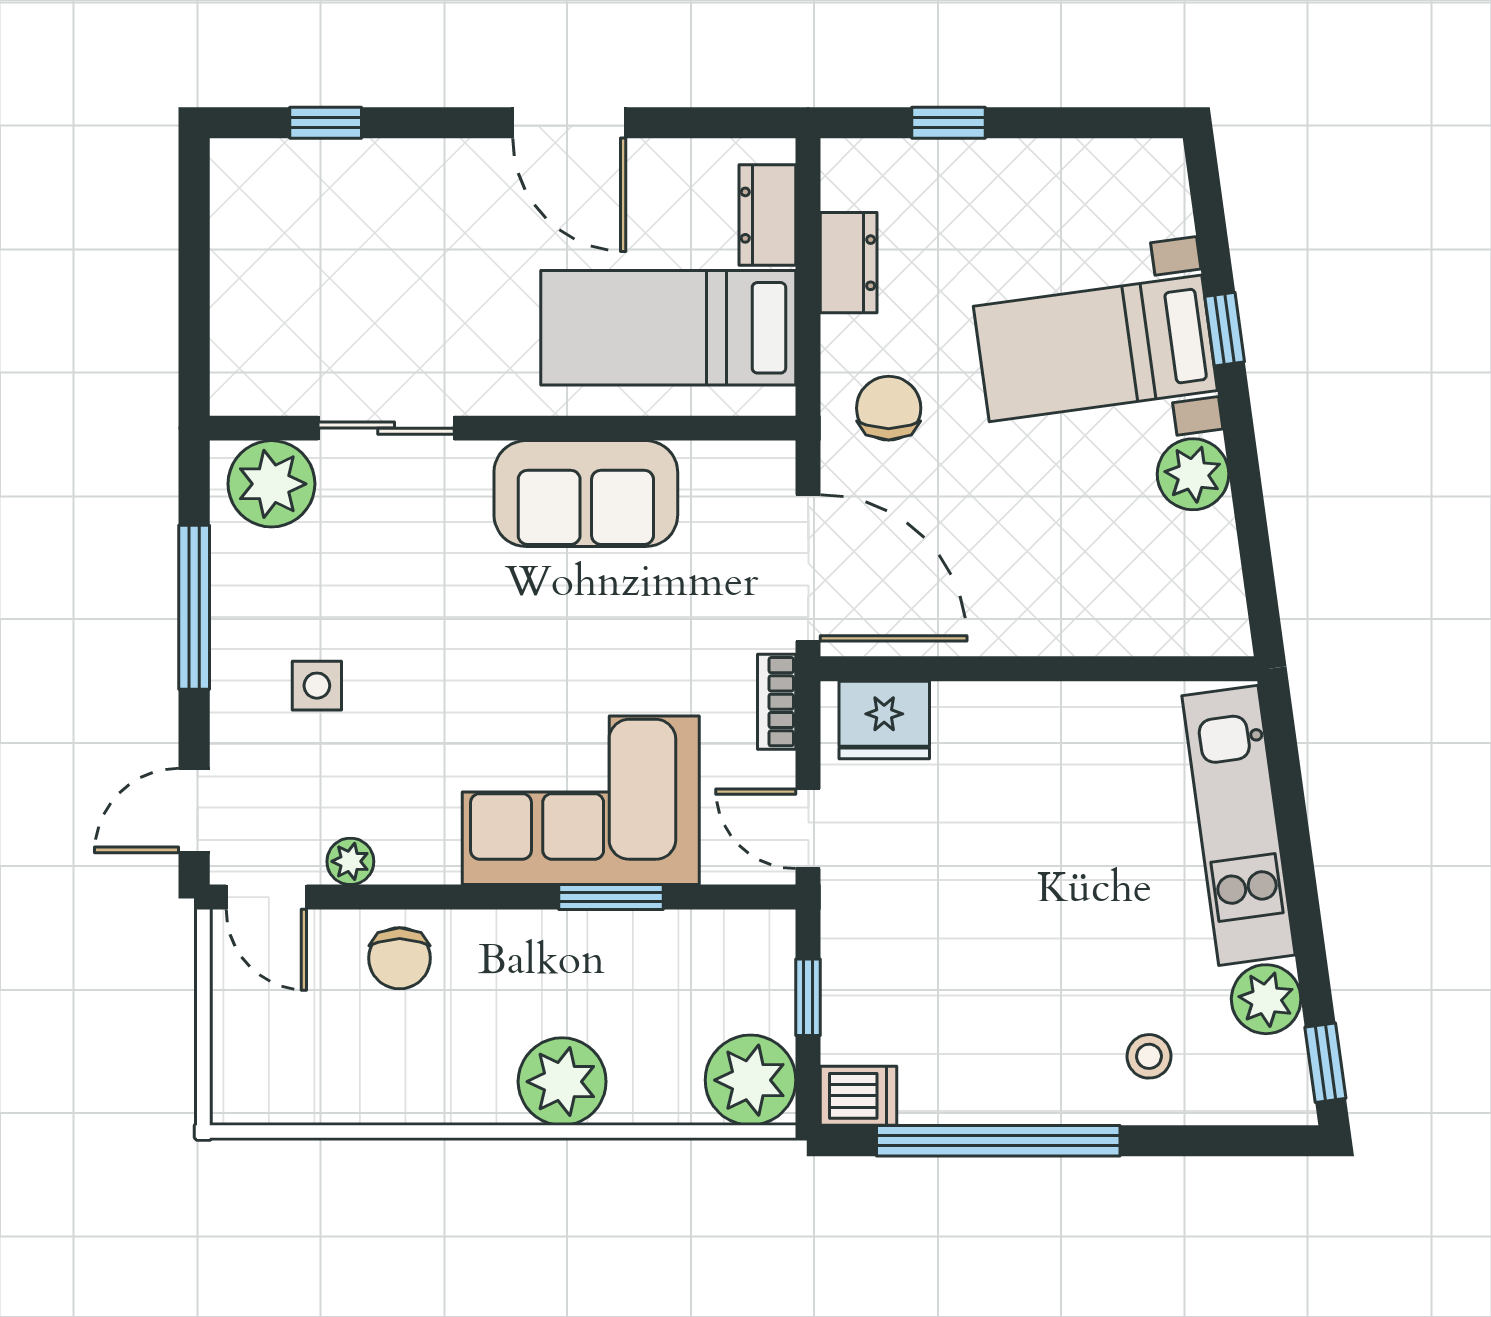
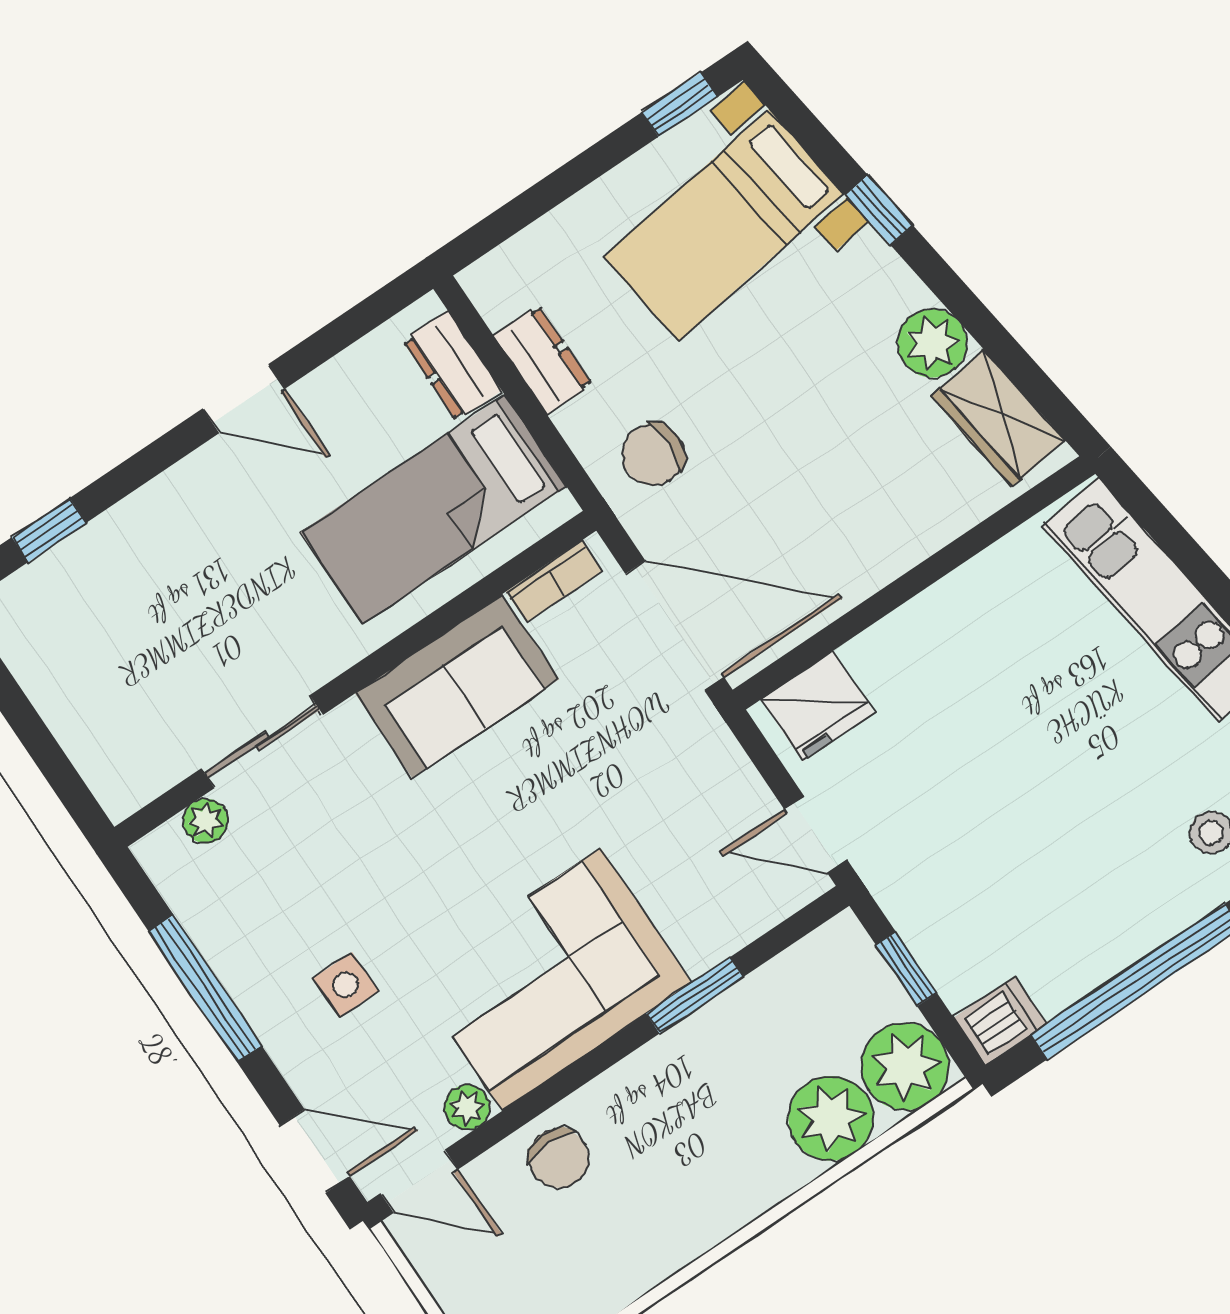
door: (569, 123) -> (244, 399), width x0.73
window: (948, 123) -> (680, 105), moved
bed with nightstands: (1095, 348) -> (724, 225), moved
chair: (889, 408) -> (653, 455), turned -90
plant: (271, 484) -> (206, 821), width x0.53, depth x0.53
wardrobe: (1206, 577) -> (998, 418), added
bookcase: (777, 702) -> (554, 581), moved, turned -90
corner sofa: (581, 800) -> (552, 979), moved
door: (194, 811) -> (315, 1151), swing flipped
plant: (562, 1082) -> (831, 1118), moved

